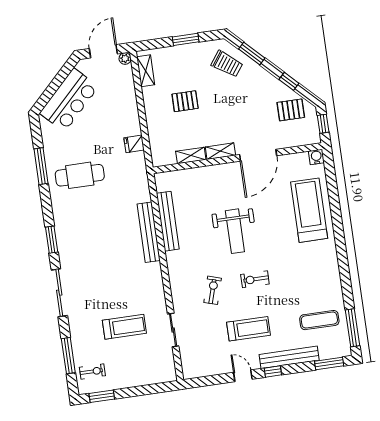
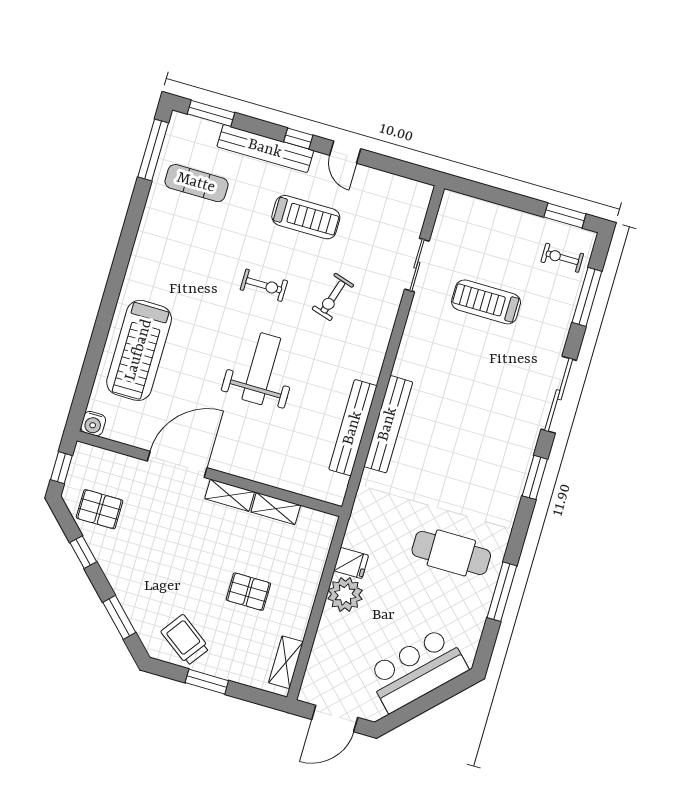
plant: (125, 59) -> (345, 594), moved, width x1.87, depth x1.87
trolley: (227, 64) -> (185, 640), moved
treadmill: (248, 329) -> (306, 217), turned 180

